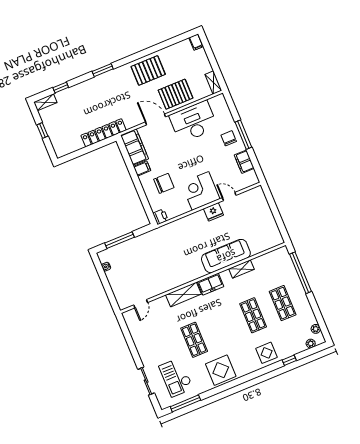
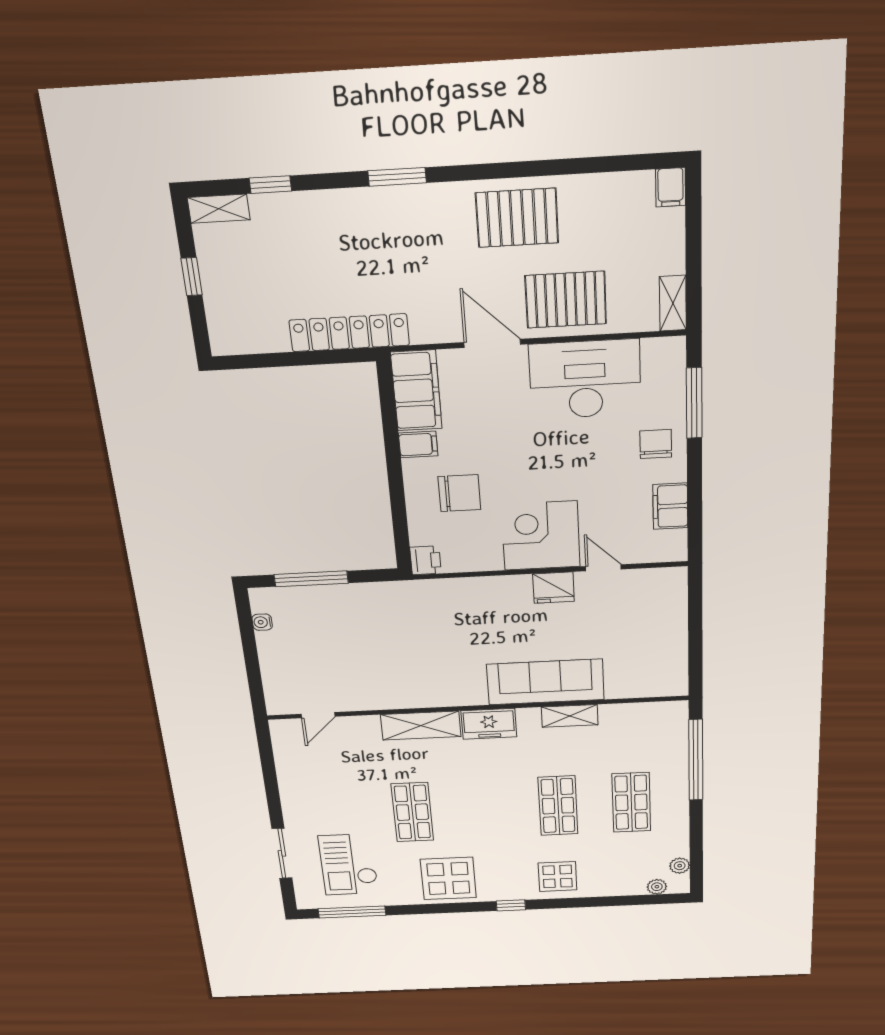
window: (243, 135) -> (694, 403), moved
window: (289, 360) -> (511, 905), moved

